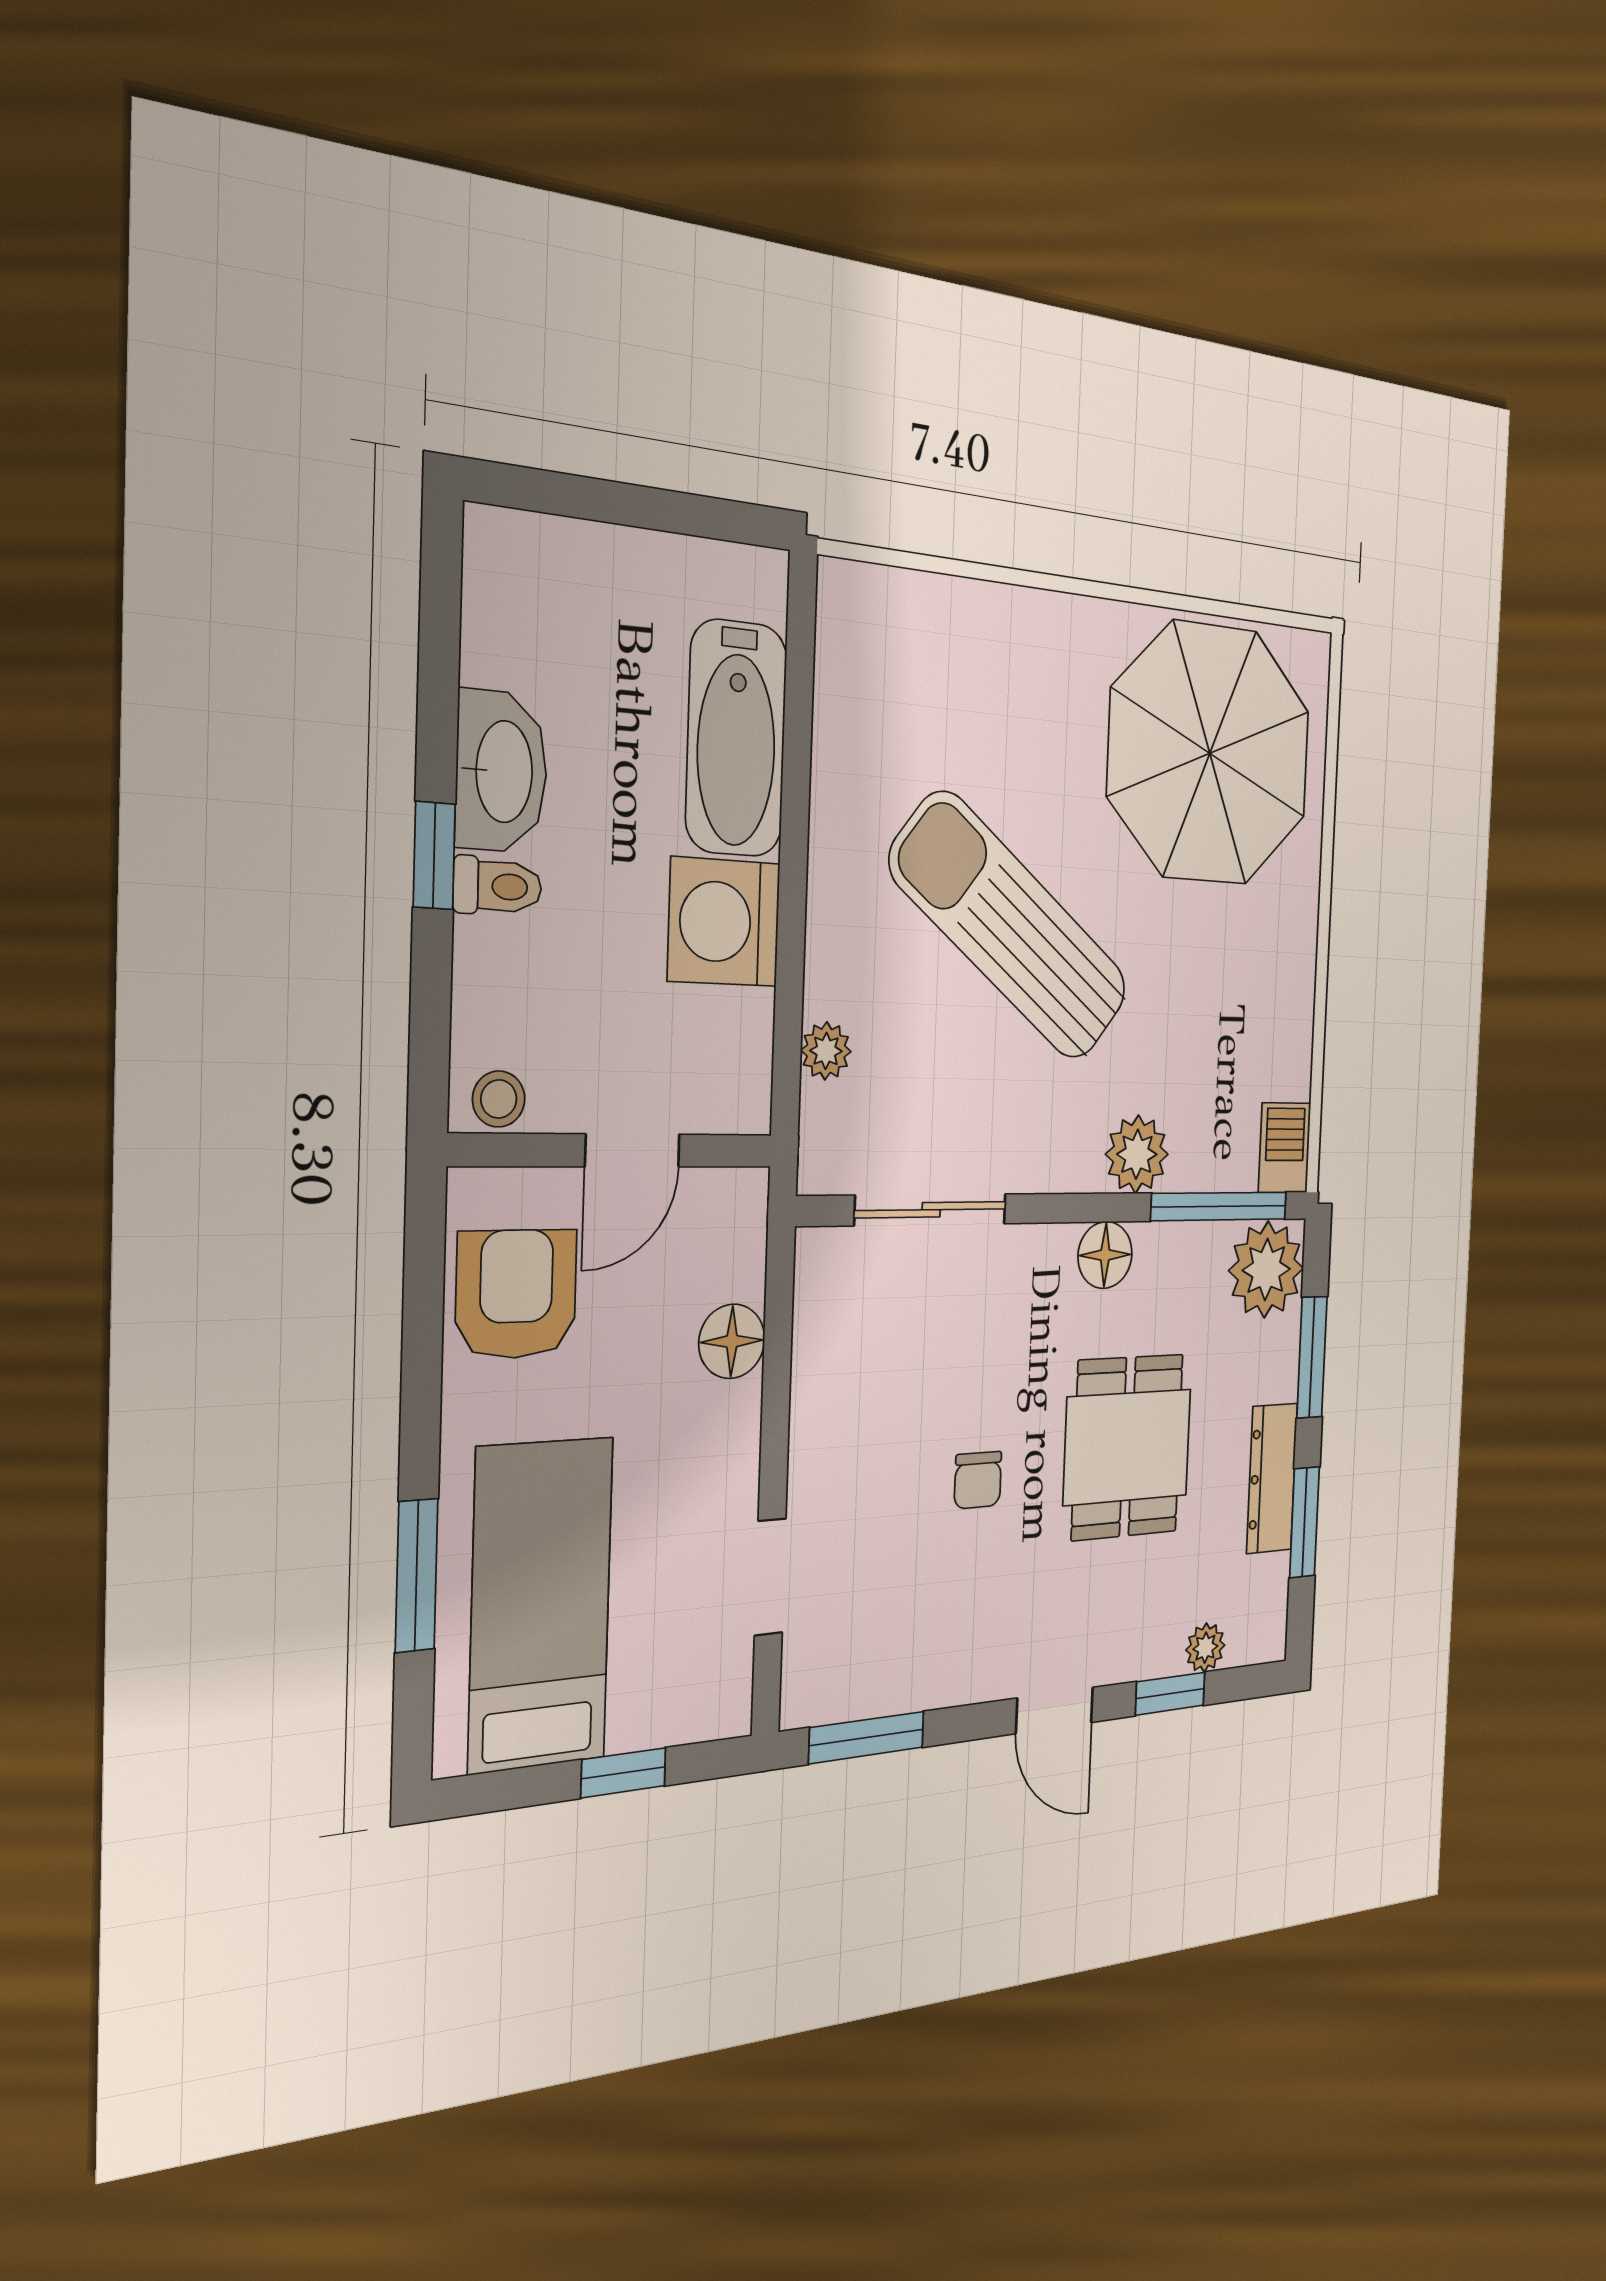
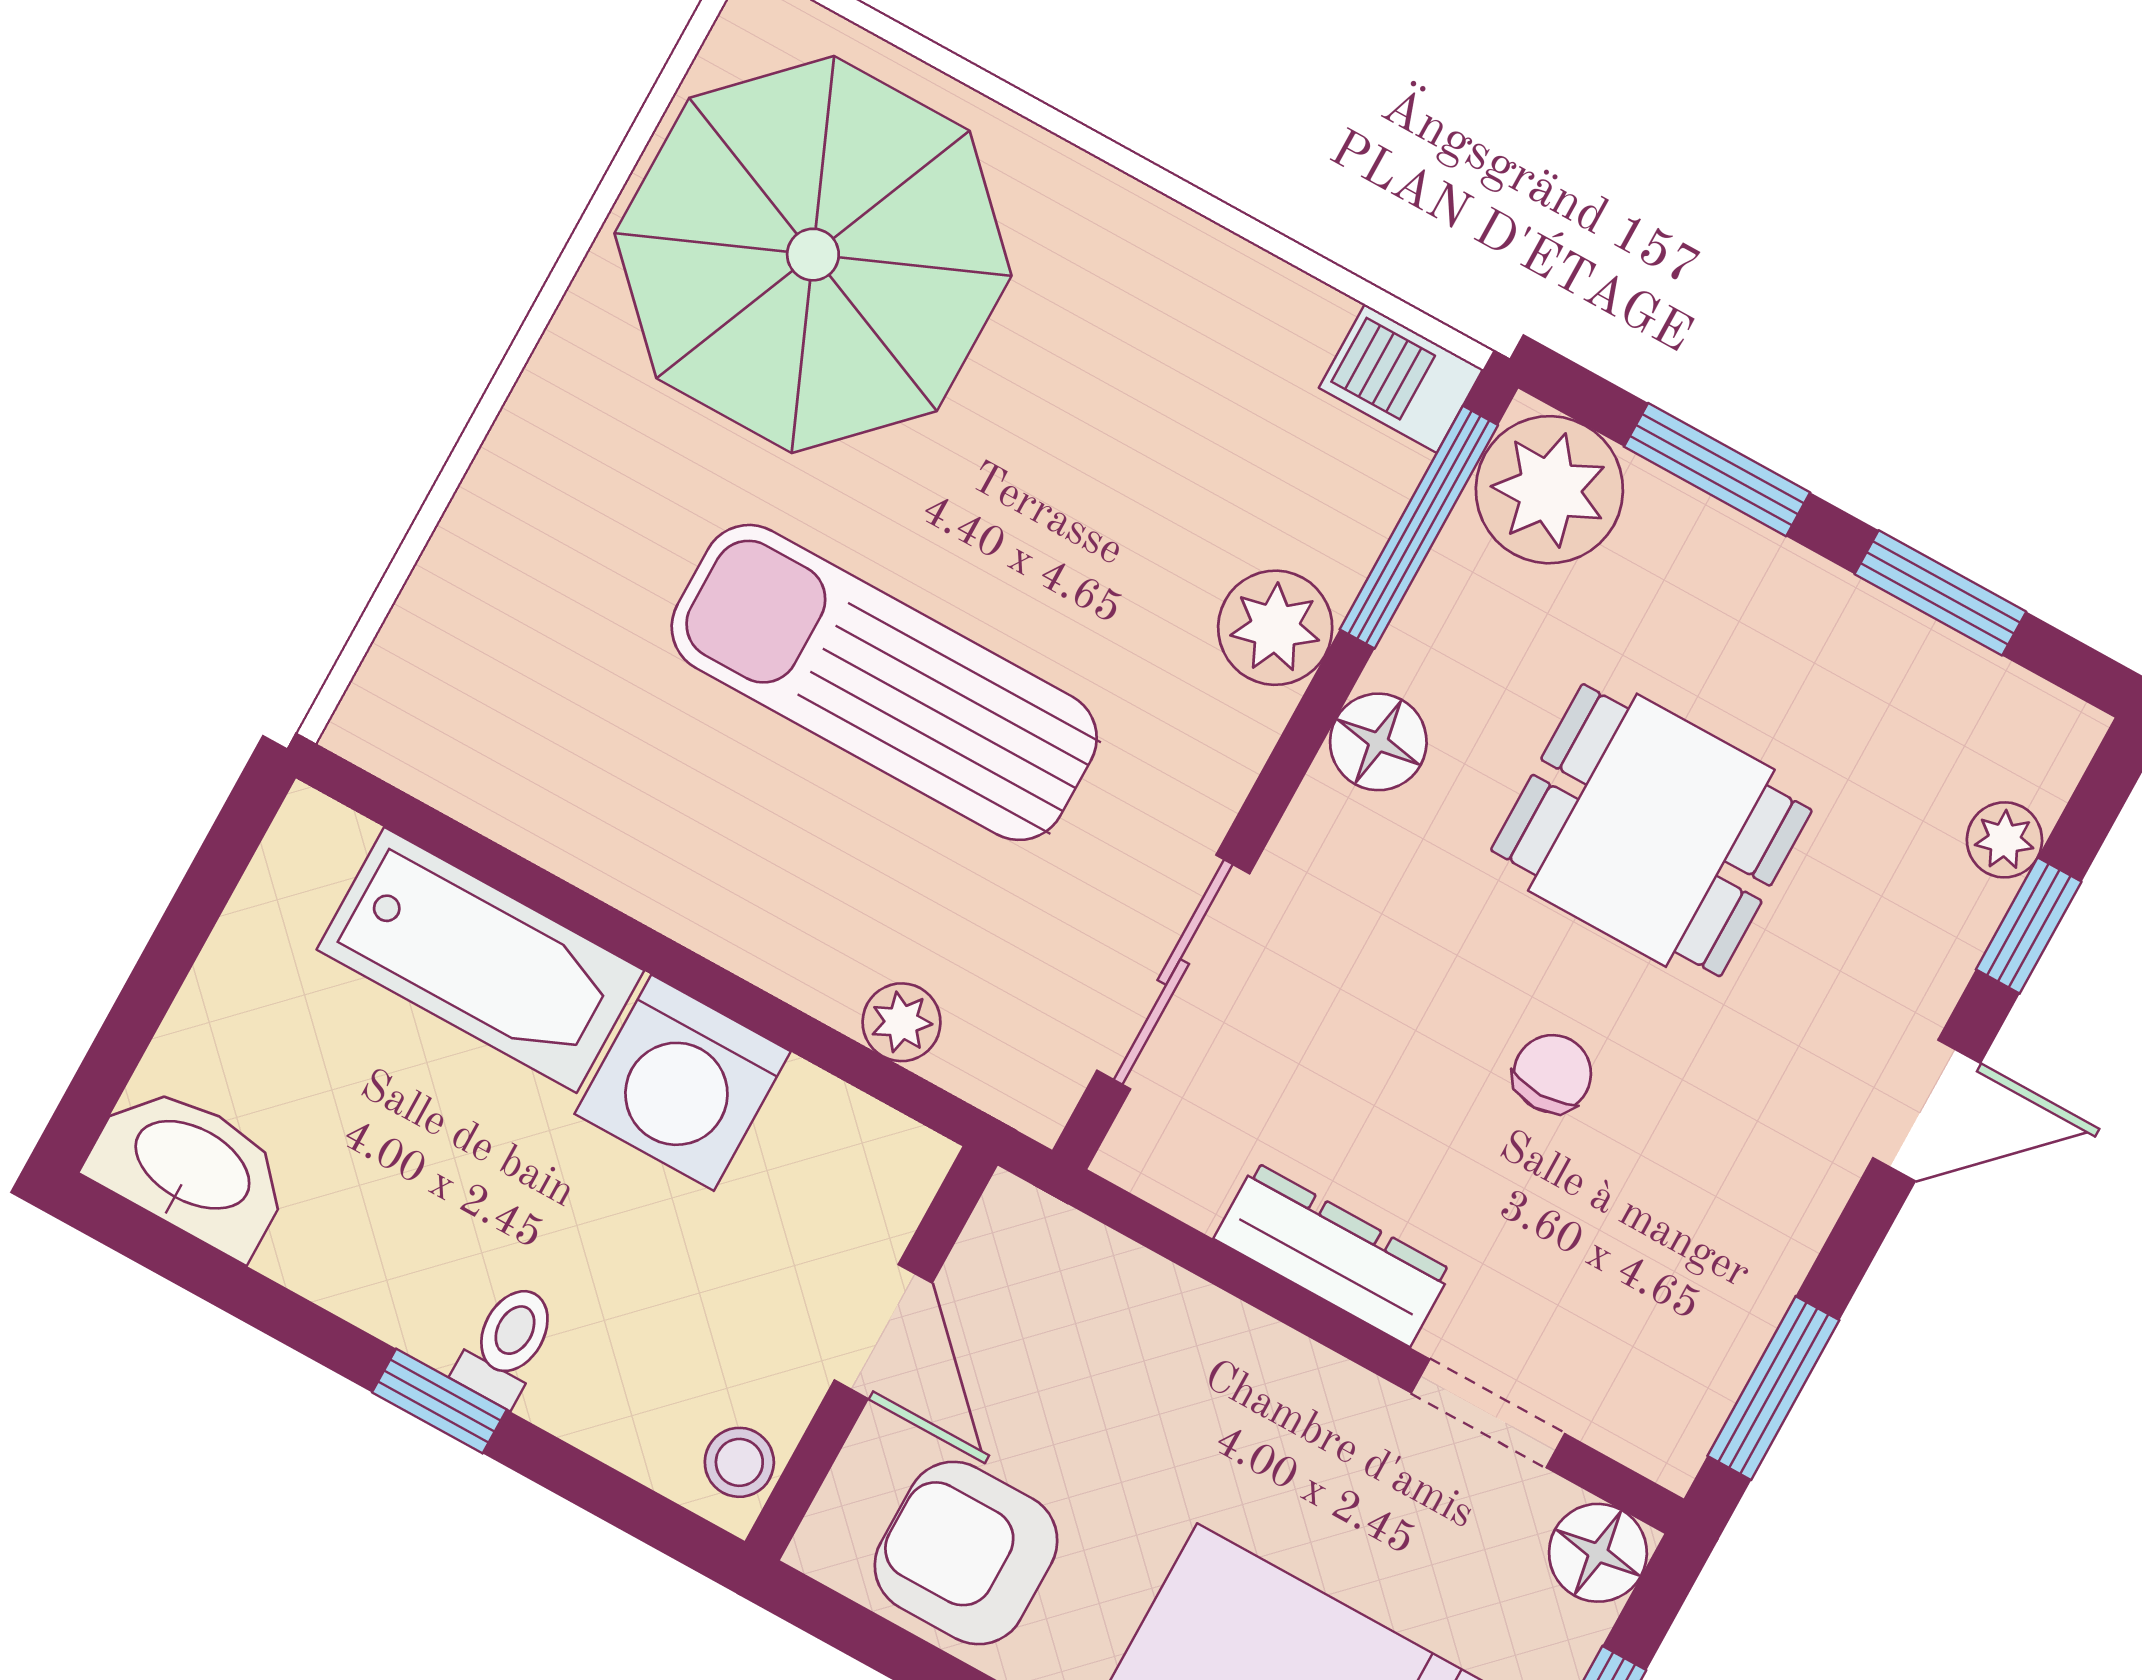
washbasin: (502, 771) -> (191, 1168), moved
sun lounger: (1010, 927) -> (884, 682), turned 52
floor lamp: (732, 1341) -> (1598, 1553), moved
dresser: (1272, 1478) -> (1333, 1255), moved, turned 180
chair: (978, 1480) -> (1552, 1074), turned -90

